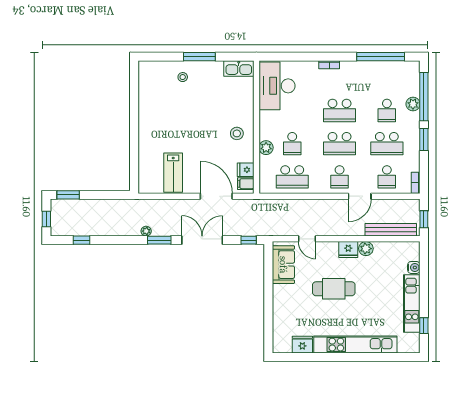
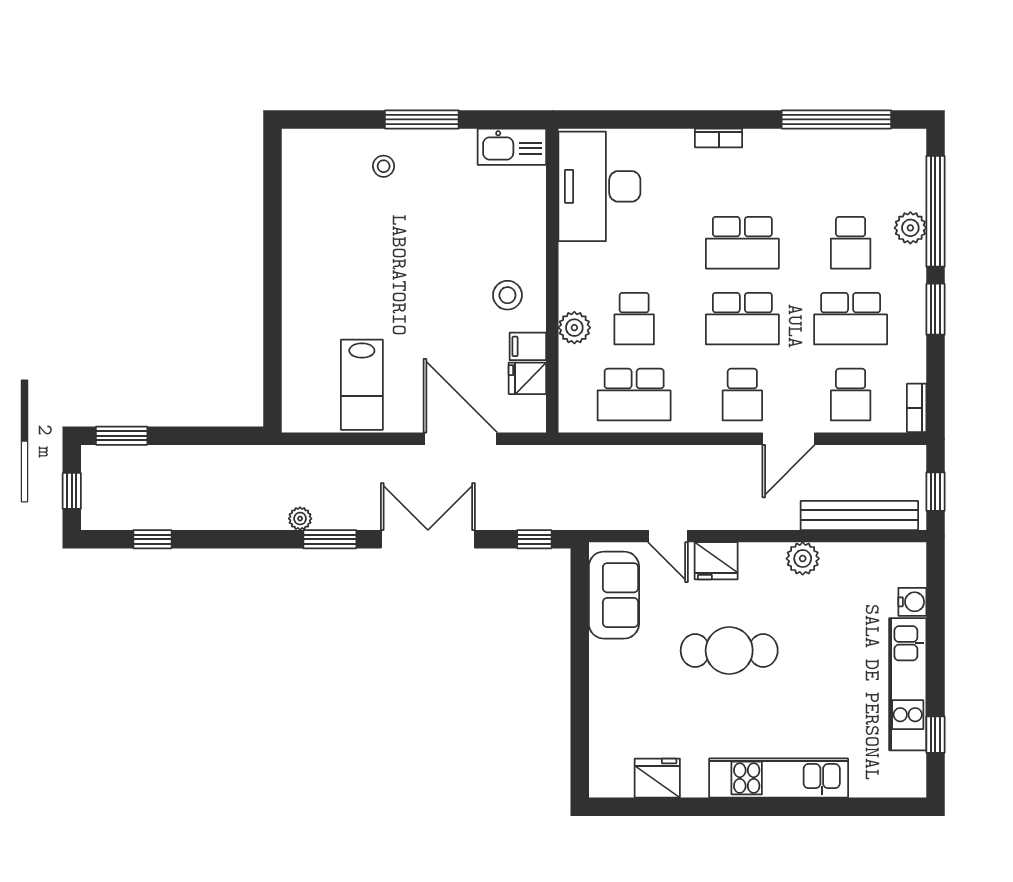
filing cabinet: (246, 184) -> (528, 346), moved
fridge: (348, 250) -> (716, 561), moved
kitchen unit: (355, 345) -> (779, 778), width x0.73

